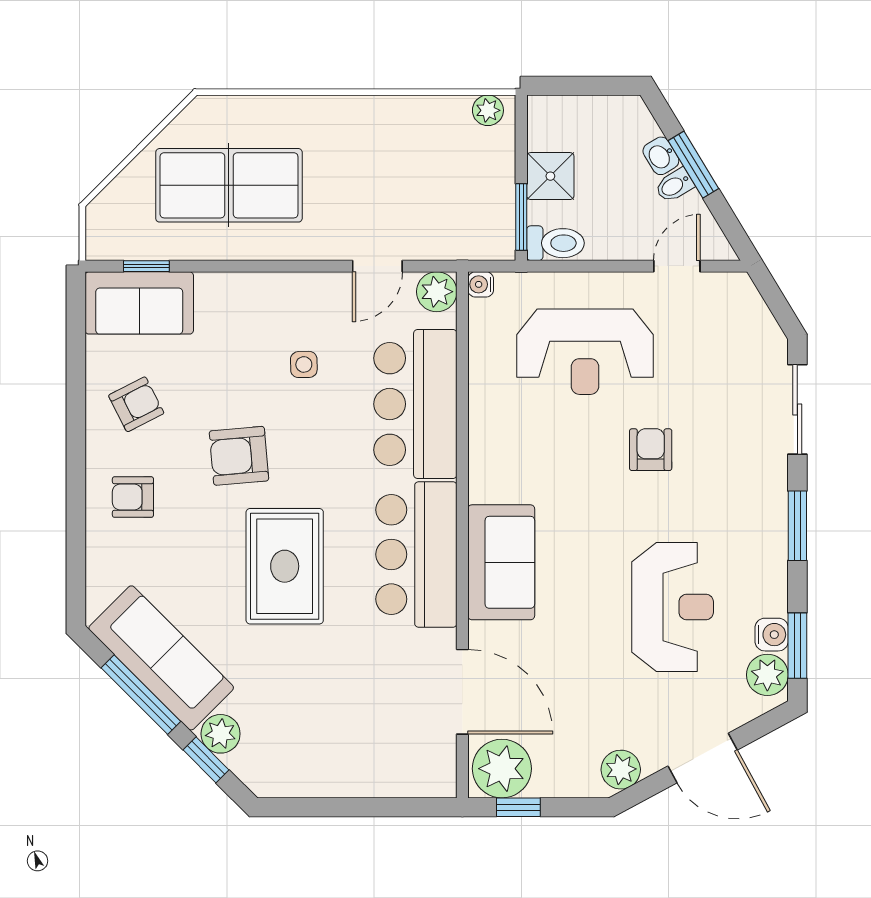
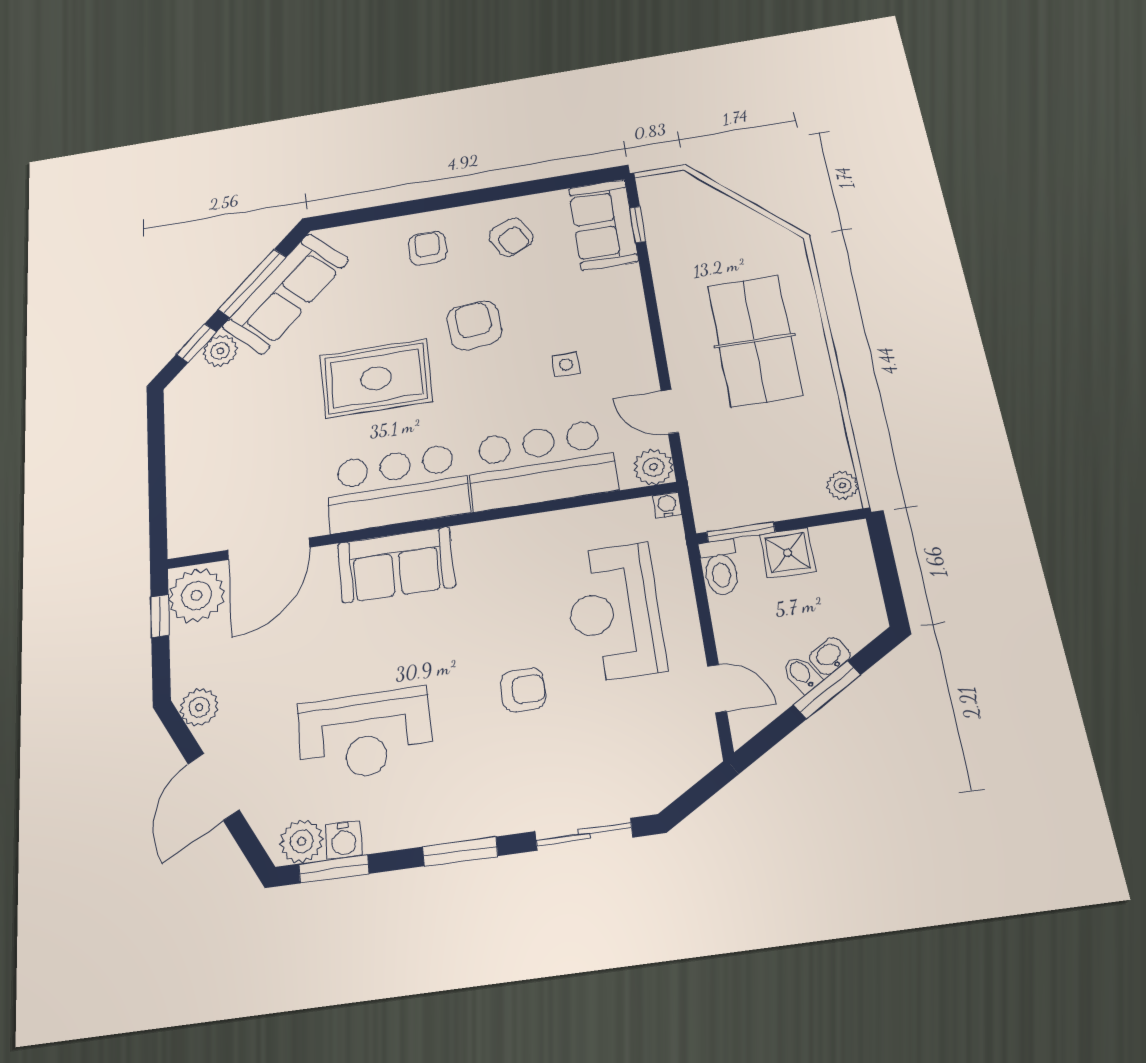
table tennis table: (229, 185) -> (755, 340), moved

